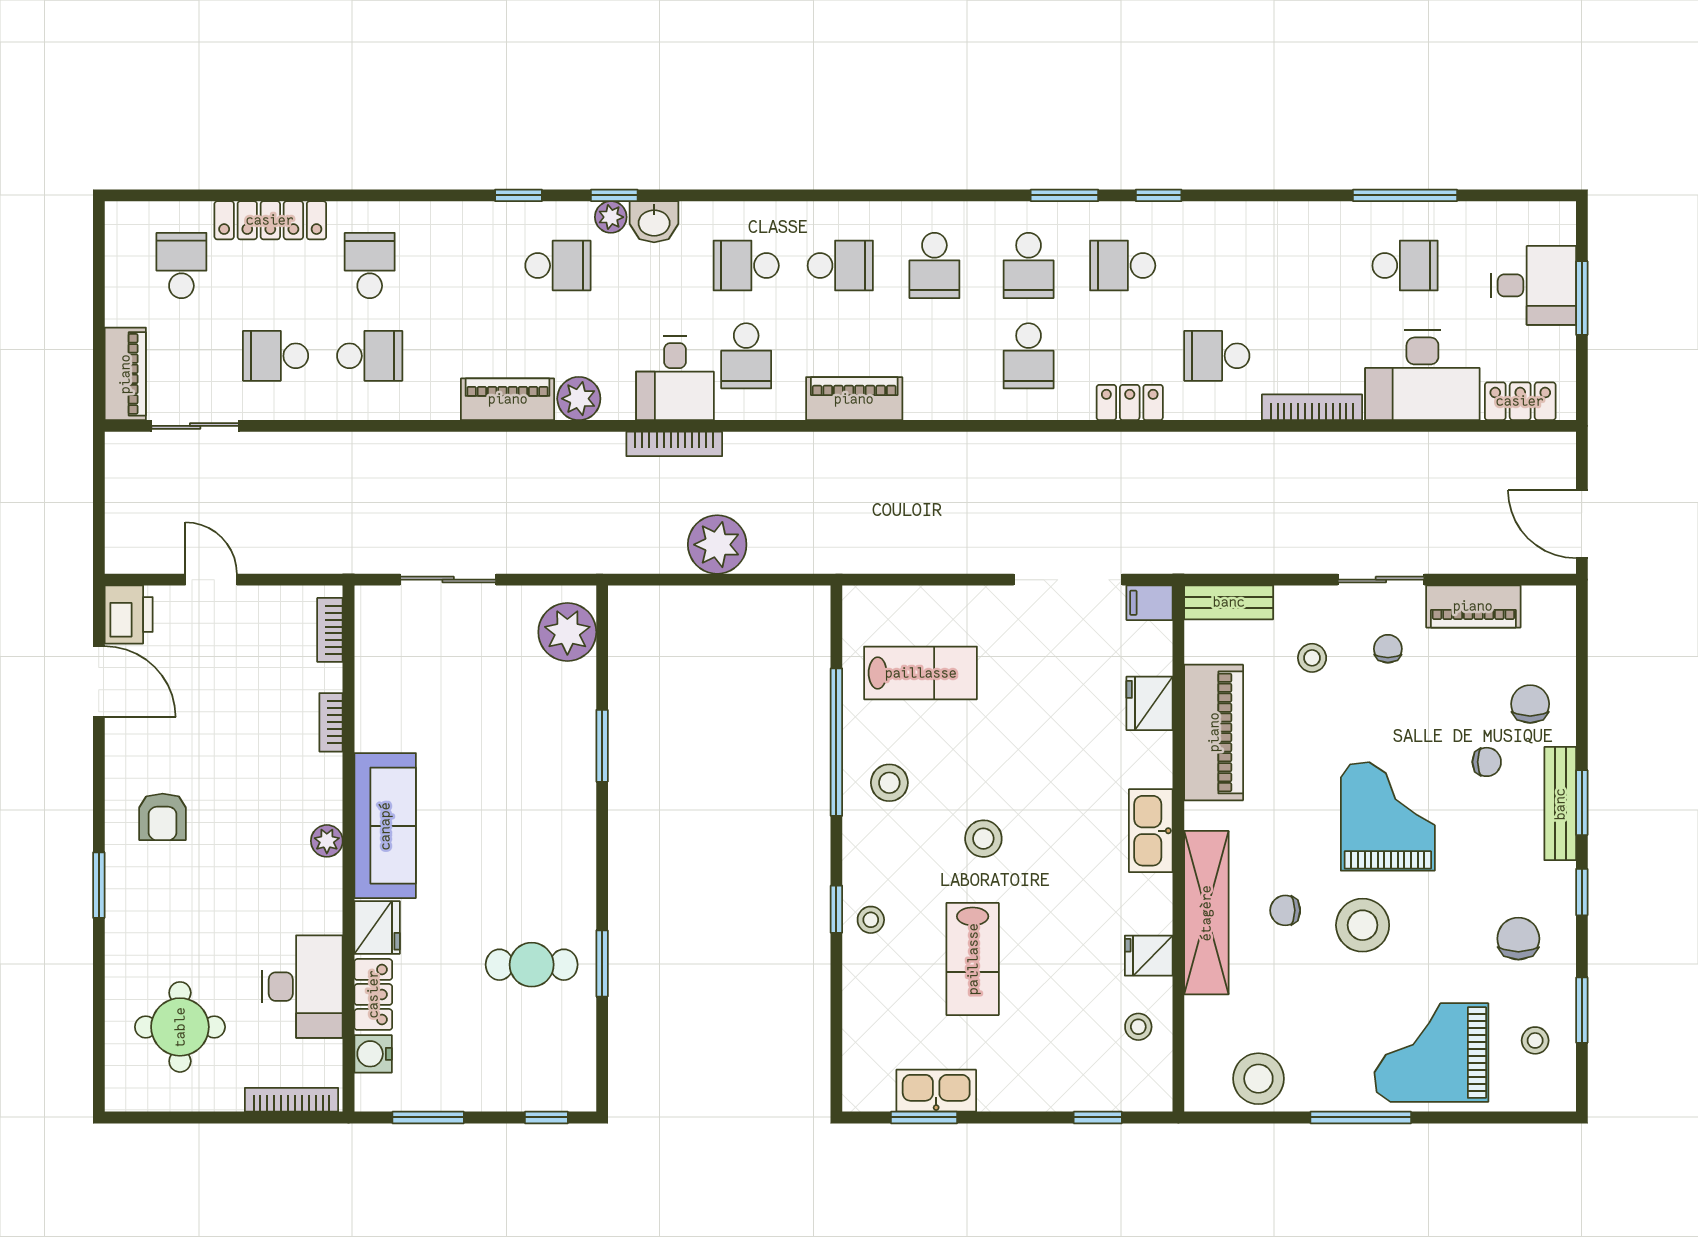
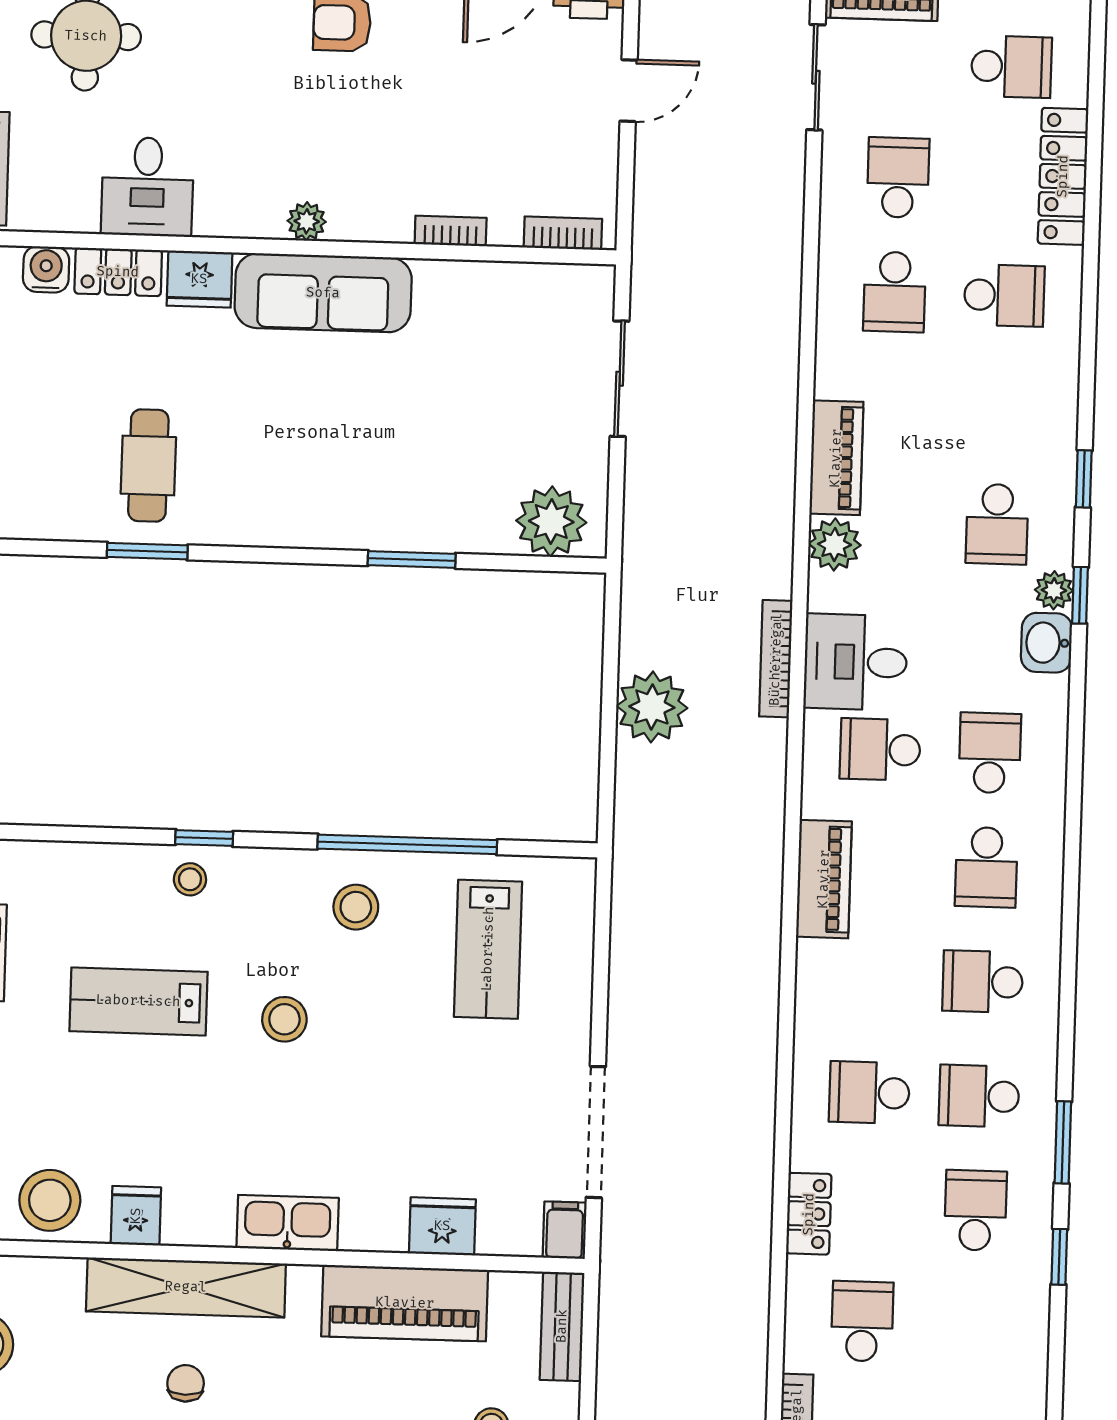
desk: (302, 987) -> (147, 187), width x0.73
stool: (1138, 1027) -> (50, 1200), width x1.89, depth x1.89

